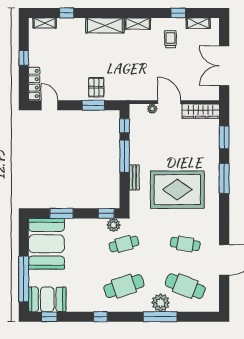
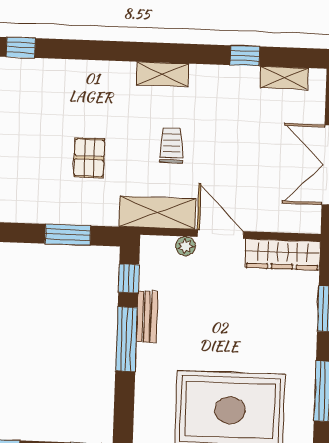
shelving: (105, 25) -> (157, 213), moved
trolley: (170, 39) -> (172, 145), moved
pallet: (96, 87) -> (89, 158), moved
bench: (134, 177) -> (147, 317), moved

